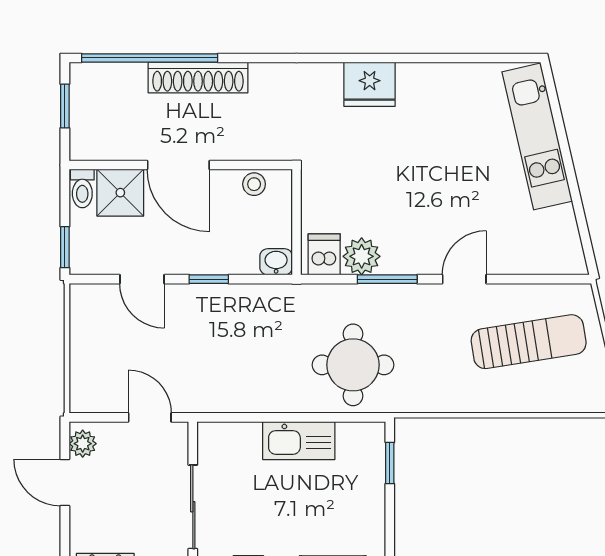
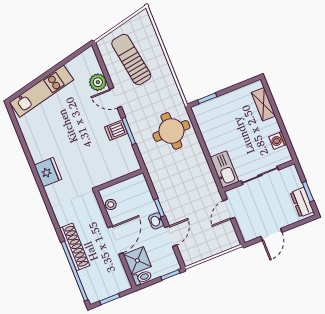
dishwasher: (324, 254) -> (116, 130), moved
plant: (362, 256) -> (98, 82), moved
washbasin: (276, 262) -> (156, 221), moved
kitchen sink: (299, 441) -> (224, 169), moved
plant: (83, 444) -> (252, 234), removed

